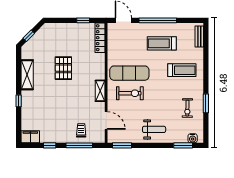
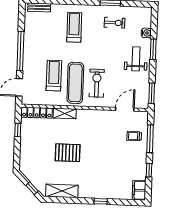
treadmill: (162, 43) -> (54, 76), moved, turned 180
shelving: (27, 75) -> (62, 191), moved
shelving: (100, 91) -> (65, 113), moved
water cooler: (193, 138) -> (146, 33), moved
window: (183, 145) -> (153, 49), moved

